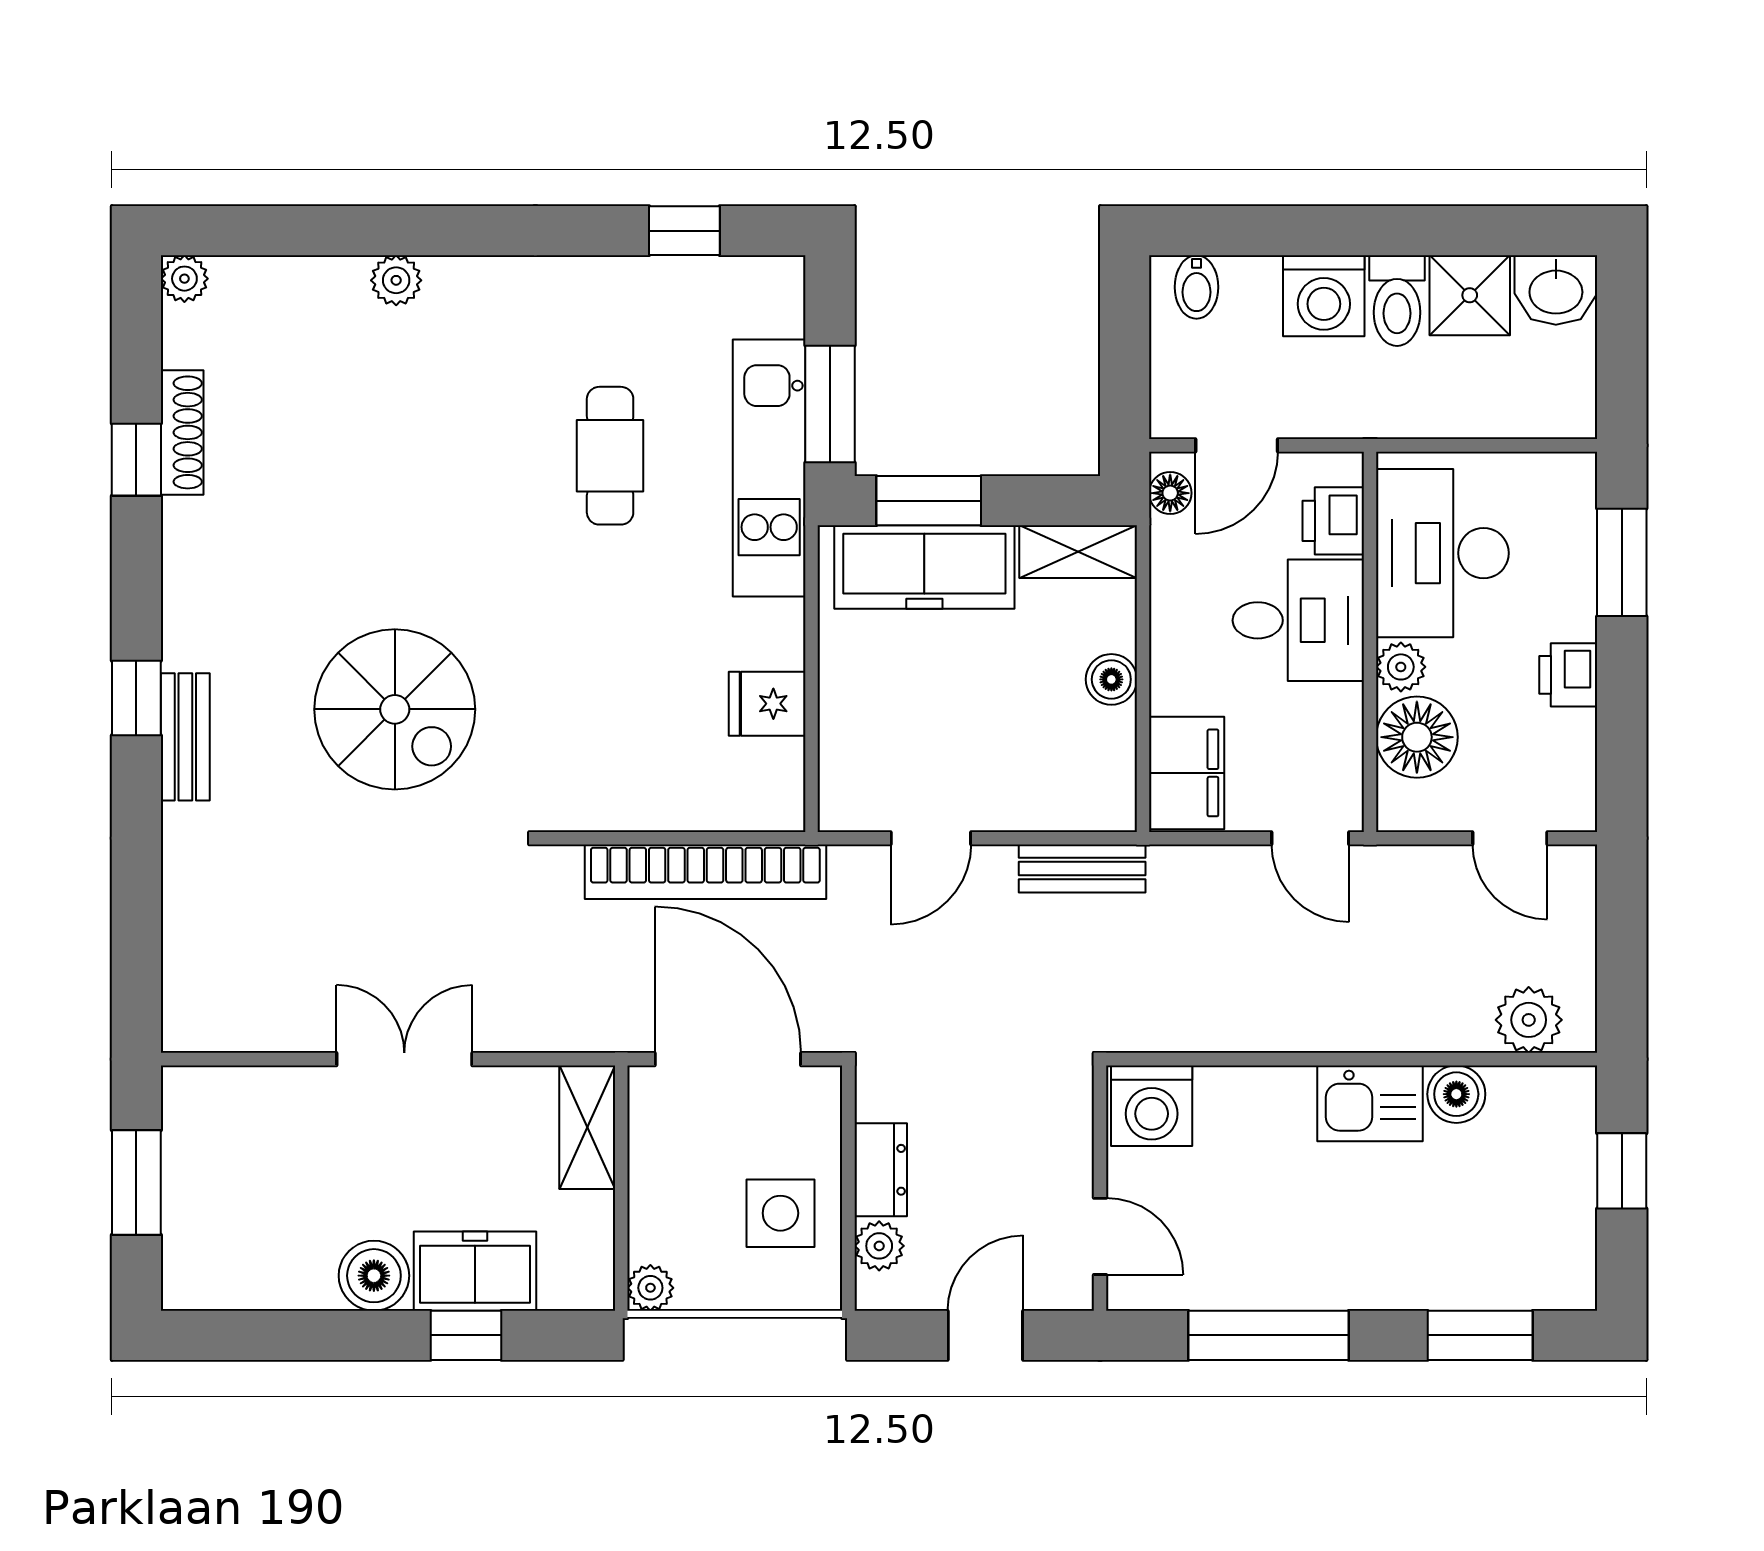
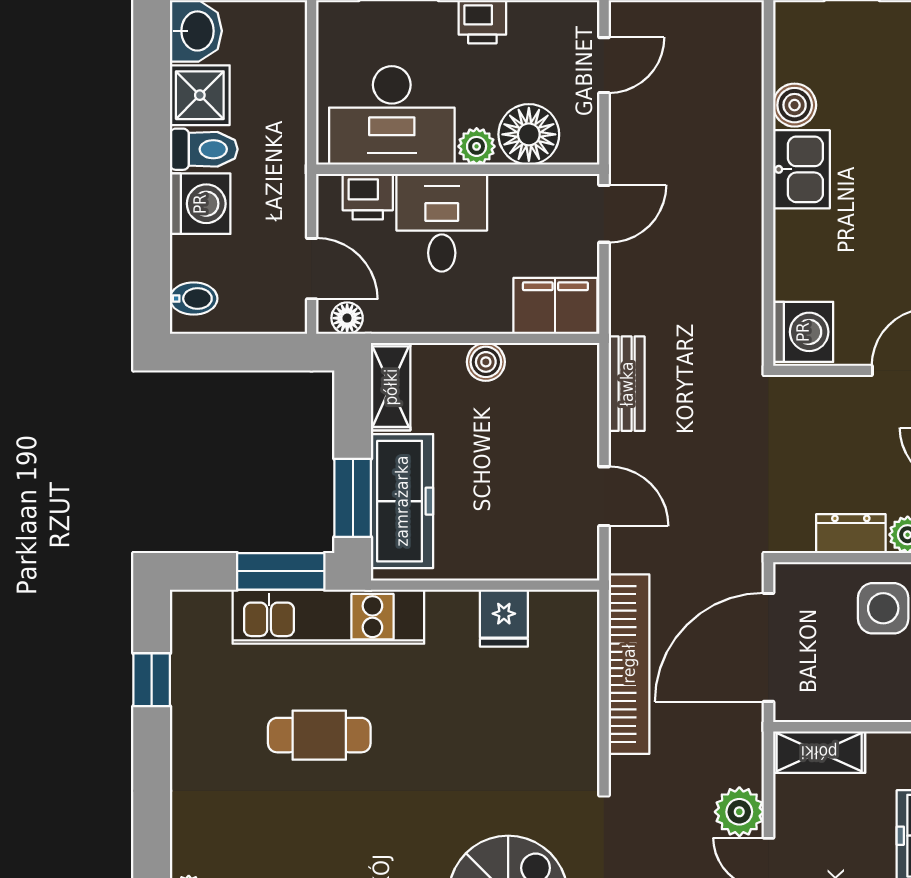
plant: (1529, 1020) -> (739, 812), moved

